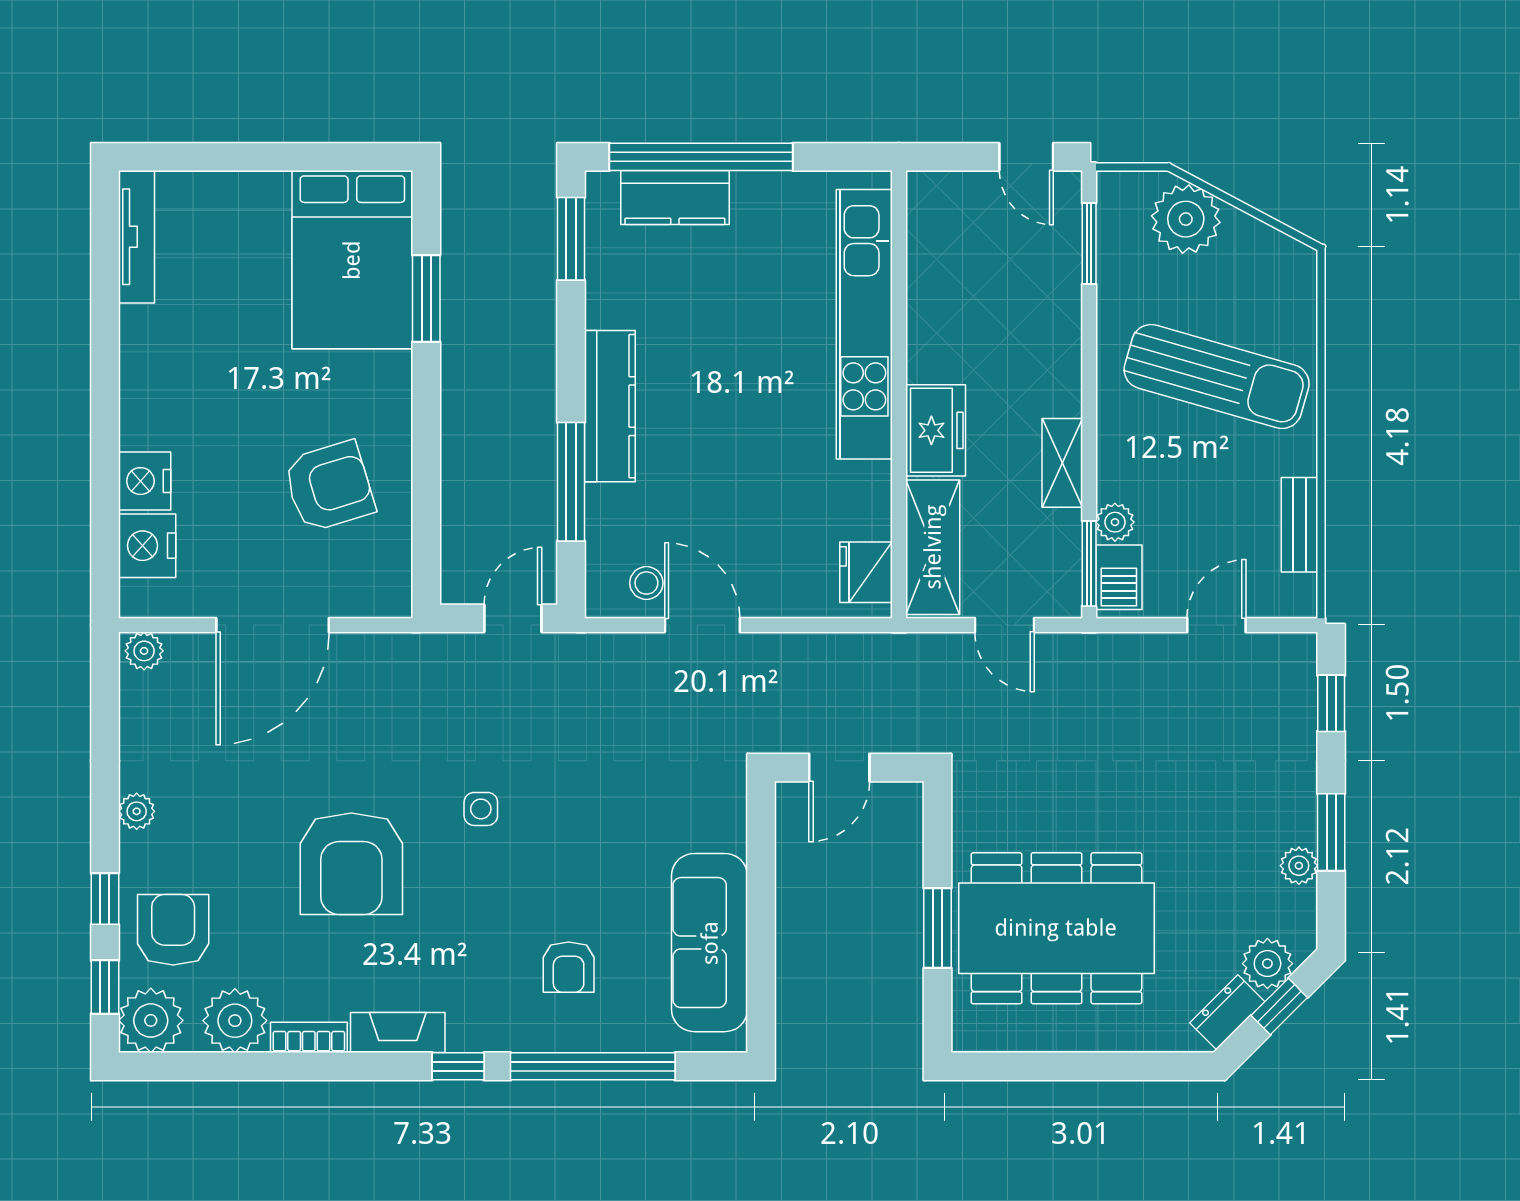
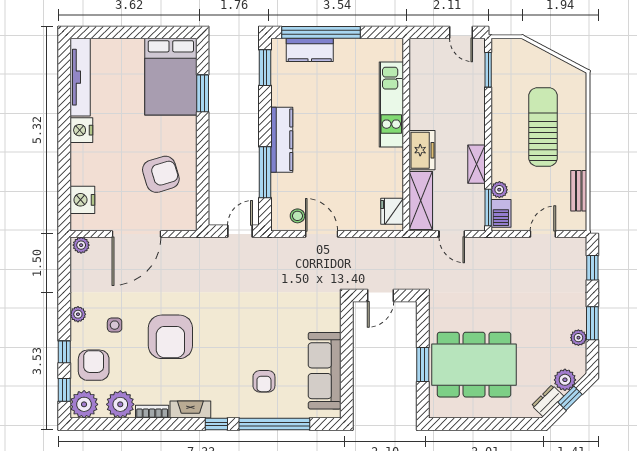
plant: (1186, 219) -> (530, 59), removed
tv unit: (136, 237) -> (80, 77), width x1.36, depth x1.29
kitchen unit: (864, 324) -> (391, 104), width x0.73
sun lounger: (1217, 377) -> (543, 127), turned -106
nightstand: (145, 481) -> (81, 130), moved
side table: (481, 809) -> (115, 325), moved

